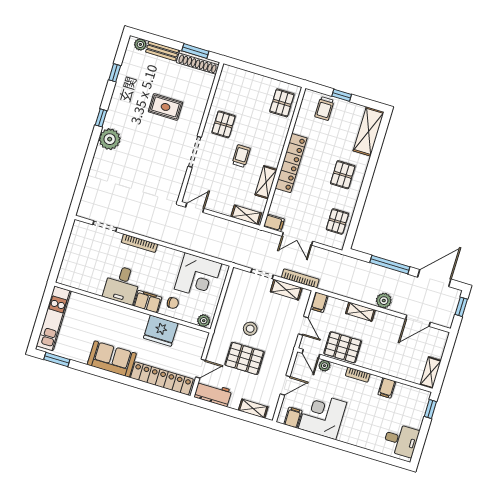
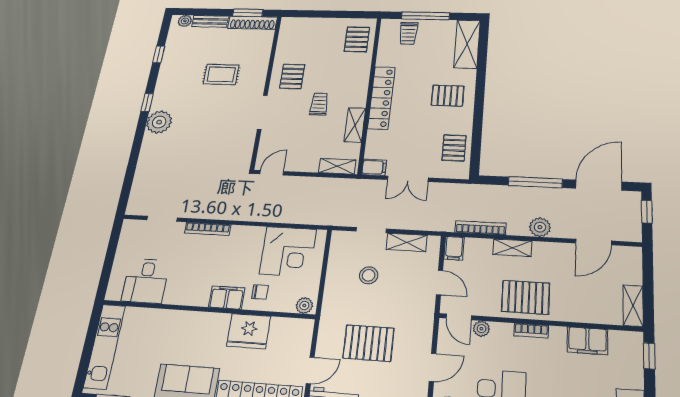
window: (342, 95) -> (425, 16), width x2.17
pallet: (343, 175) -> (448, 96), turned 90
bookcase: (300, 278) -> (480, 228), moved
desk: (122, 285) -> (146, 281), moved
stool: (250, 329) -> (369, 275), moved
pallet: (343, 347) -> (526, 297), moved
filing cabinet: (387, 388) -> (587, 341), width x2.00

